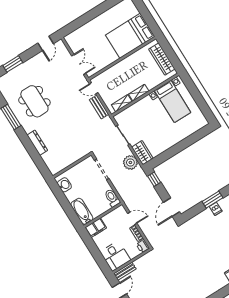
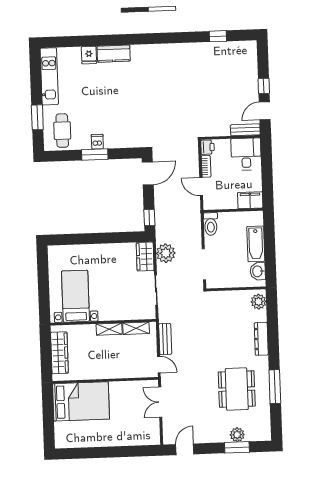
plant: (17, 72) -> (237, 435), added
plant: (53, 166) -> (259, 302), added
bathtub: (82, 211) -> (256, 244), moved

